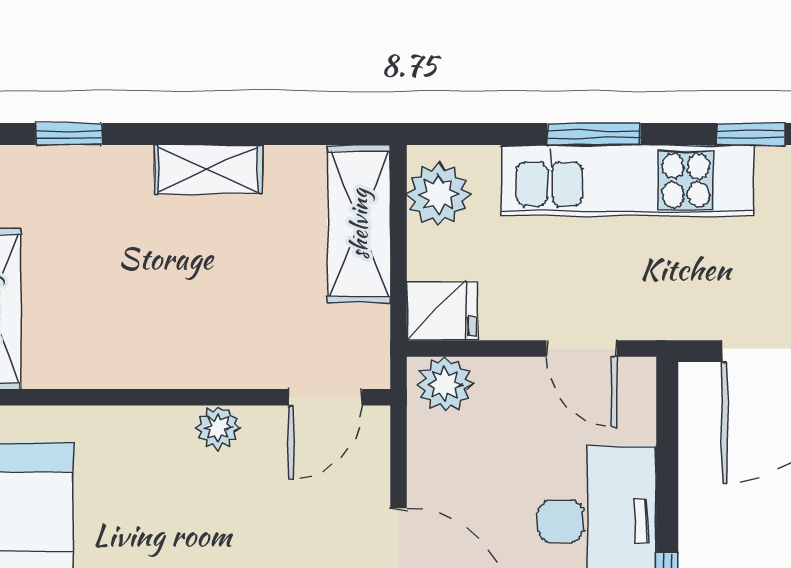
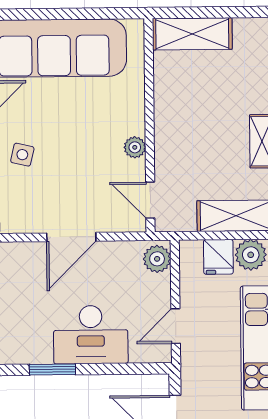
fridge: (442, 311) -> (218, 257), moved

